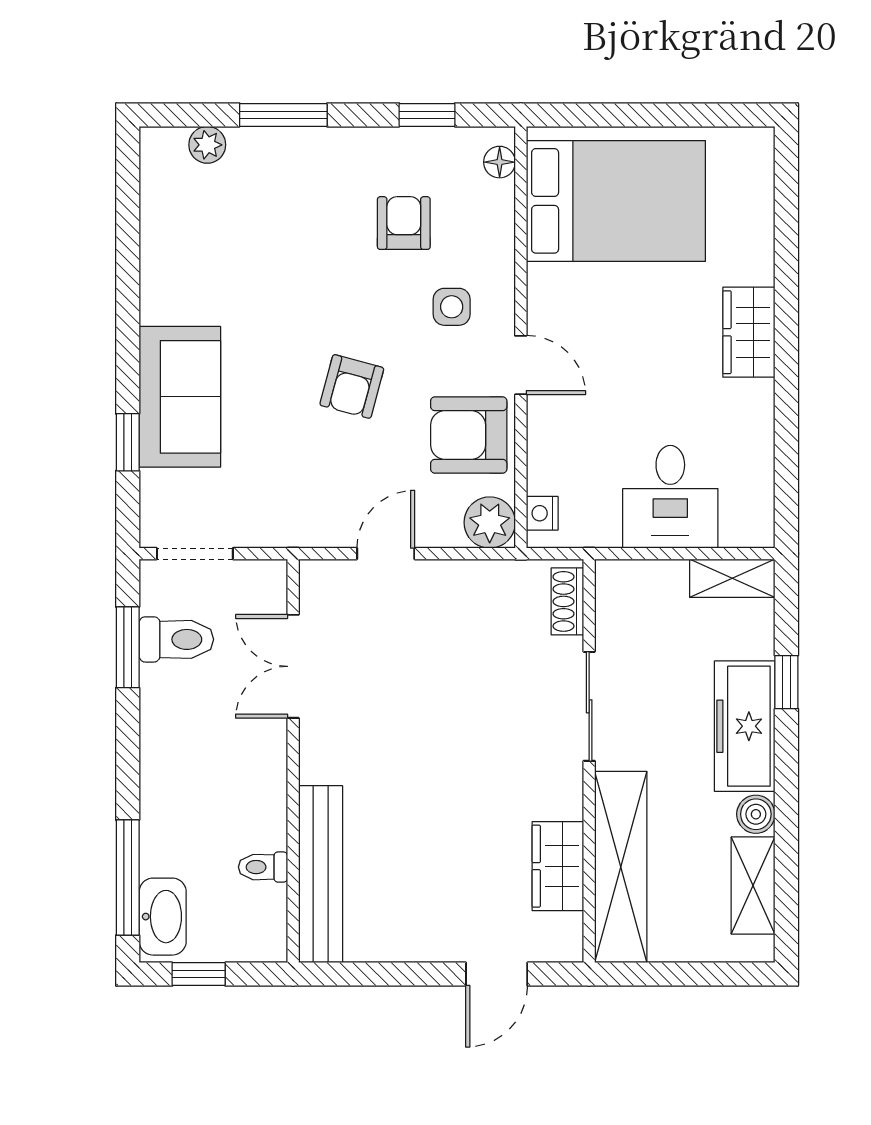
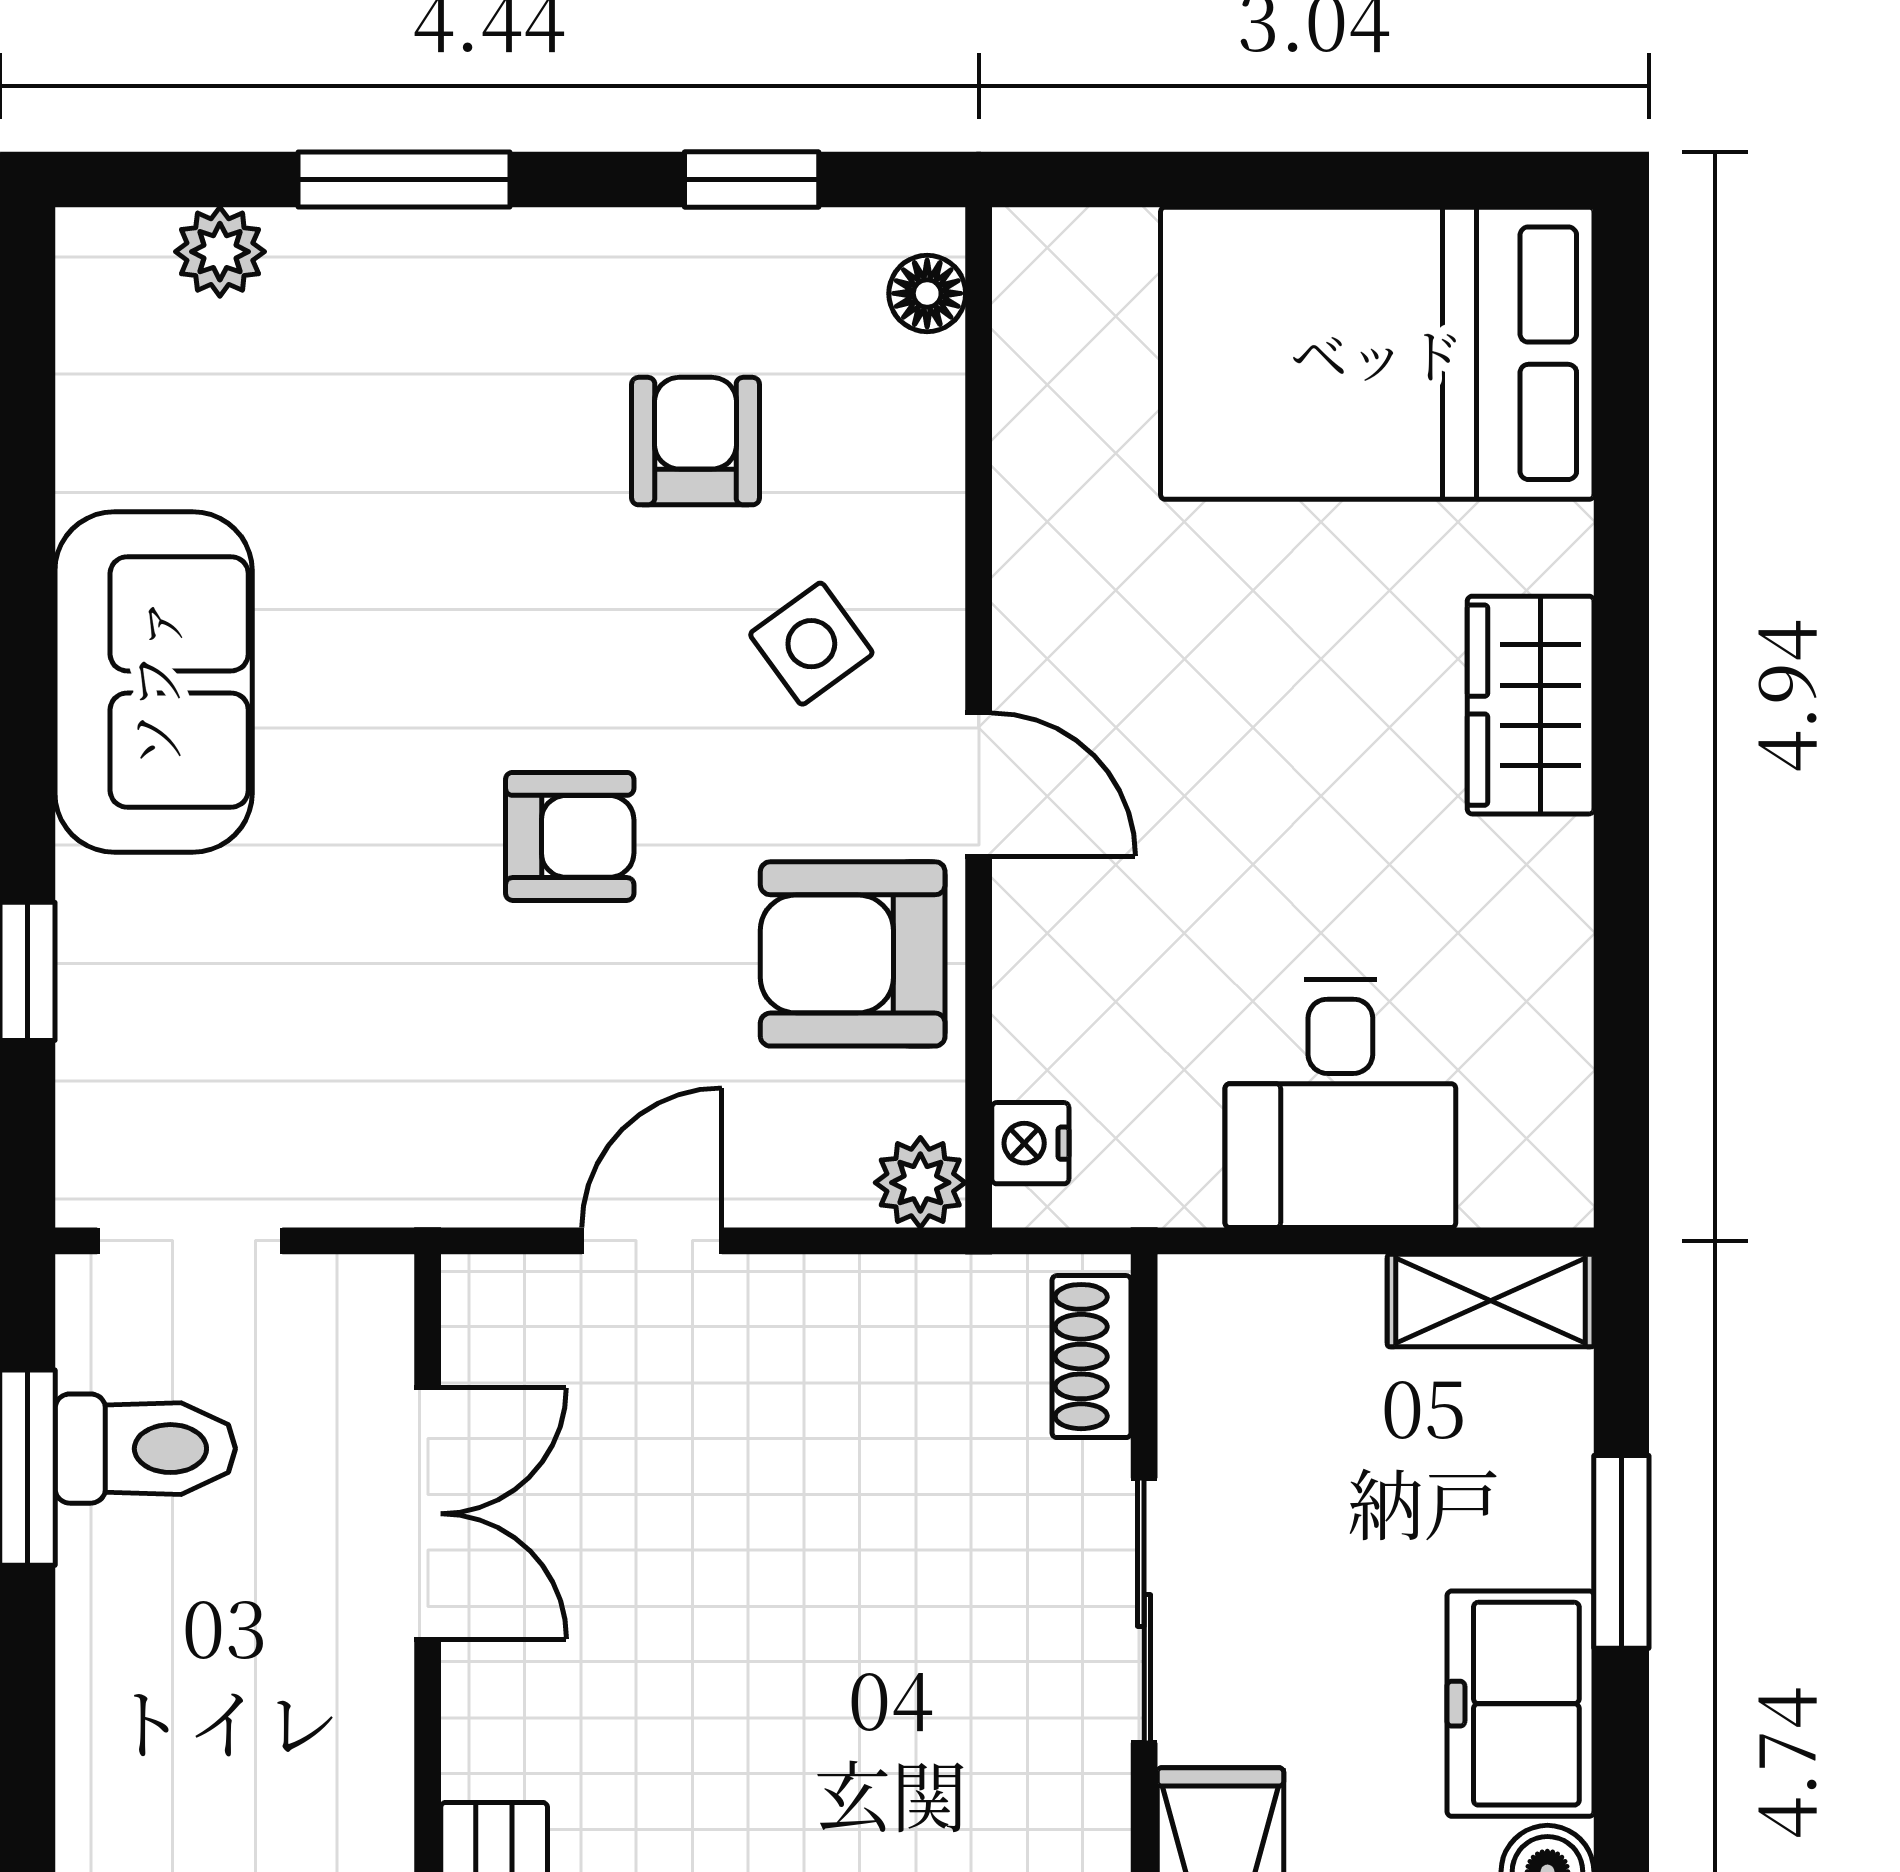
bed: (616, 201) -> (1377, 353), moved, turned 180
side table: (452, 307) -> (811, 644), turned -36
armchair: (352, 386) -> (570, 836), turned -105
sofa: (180, 397) -> (154, 682), moved
plant: (490, 523) -> (920, 1183), width x0.73, depth x0.73
double door: (293, 666) -> (428, 1514), swing flipped
window: (786, 682) -> (1621, 1552), width x1.50
freezer: (745, 726) -> (1520, 1704), width x0.71

